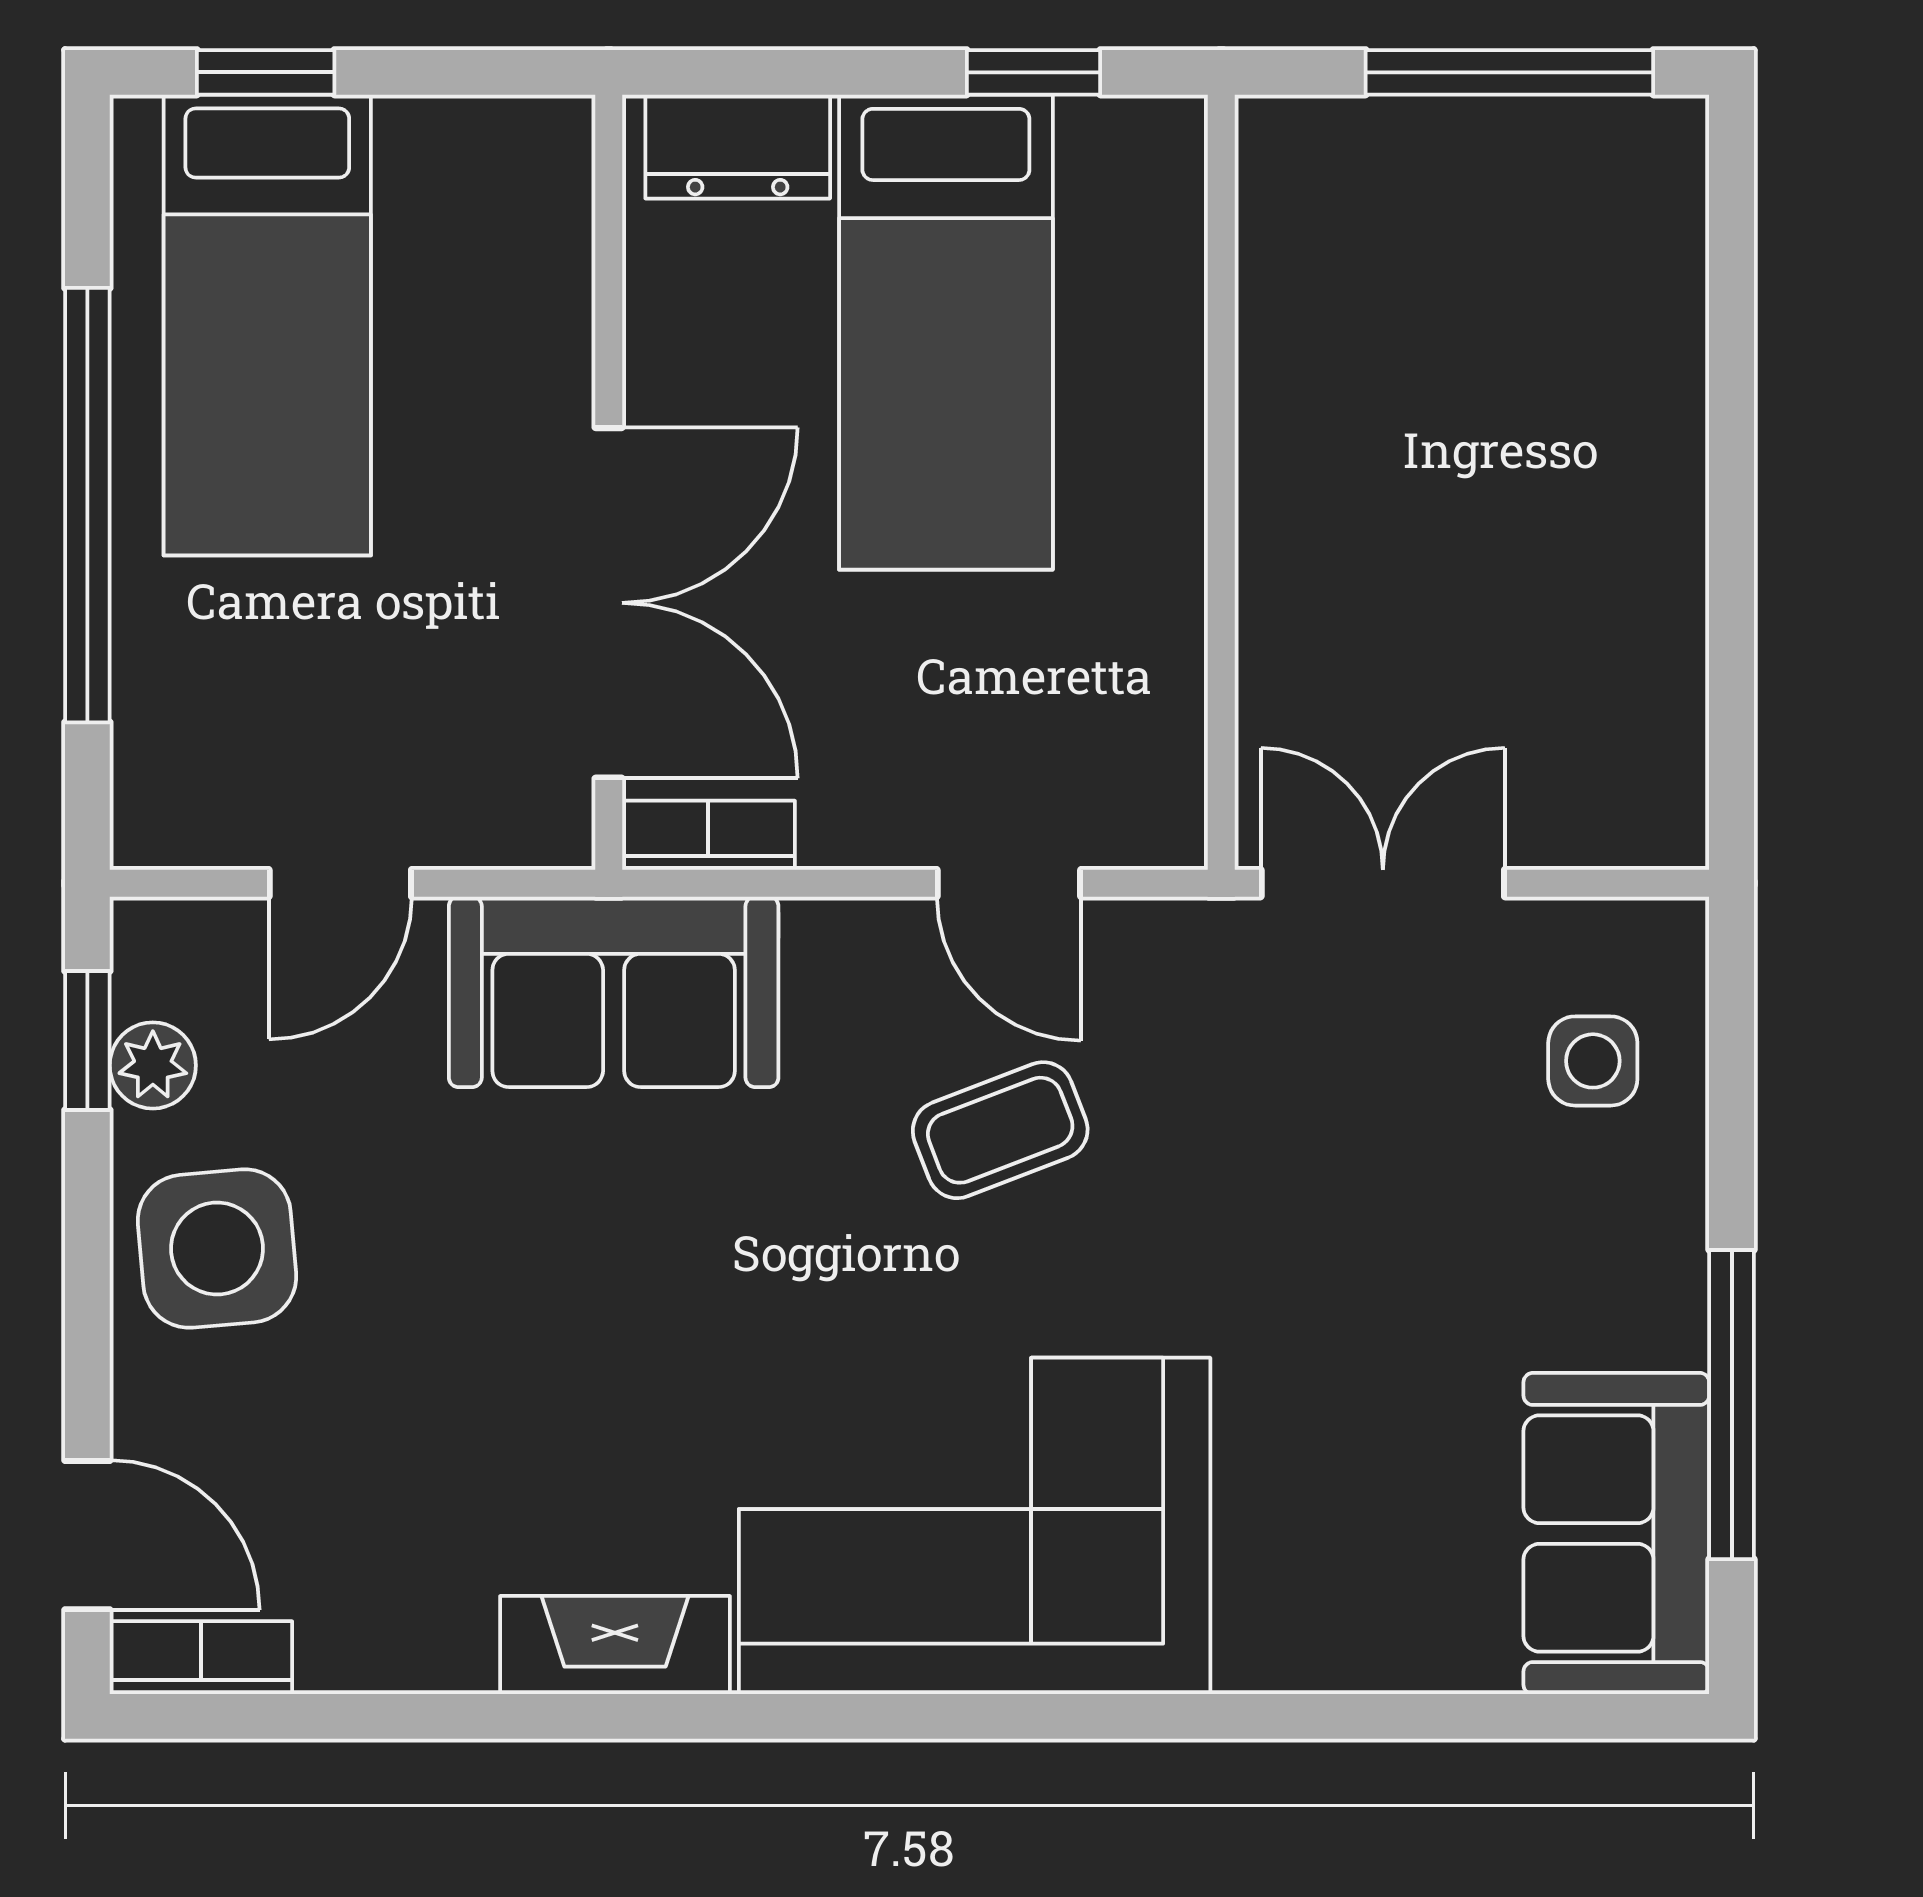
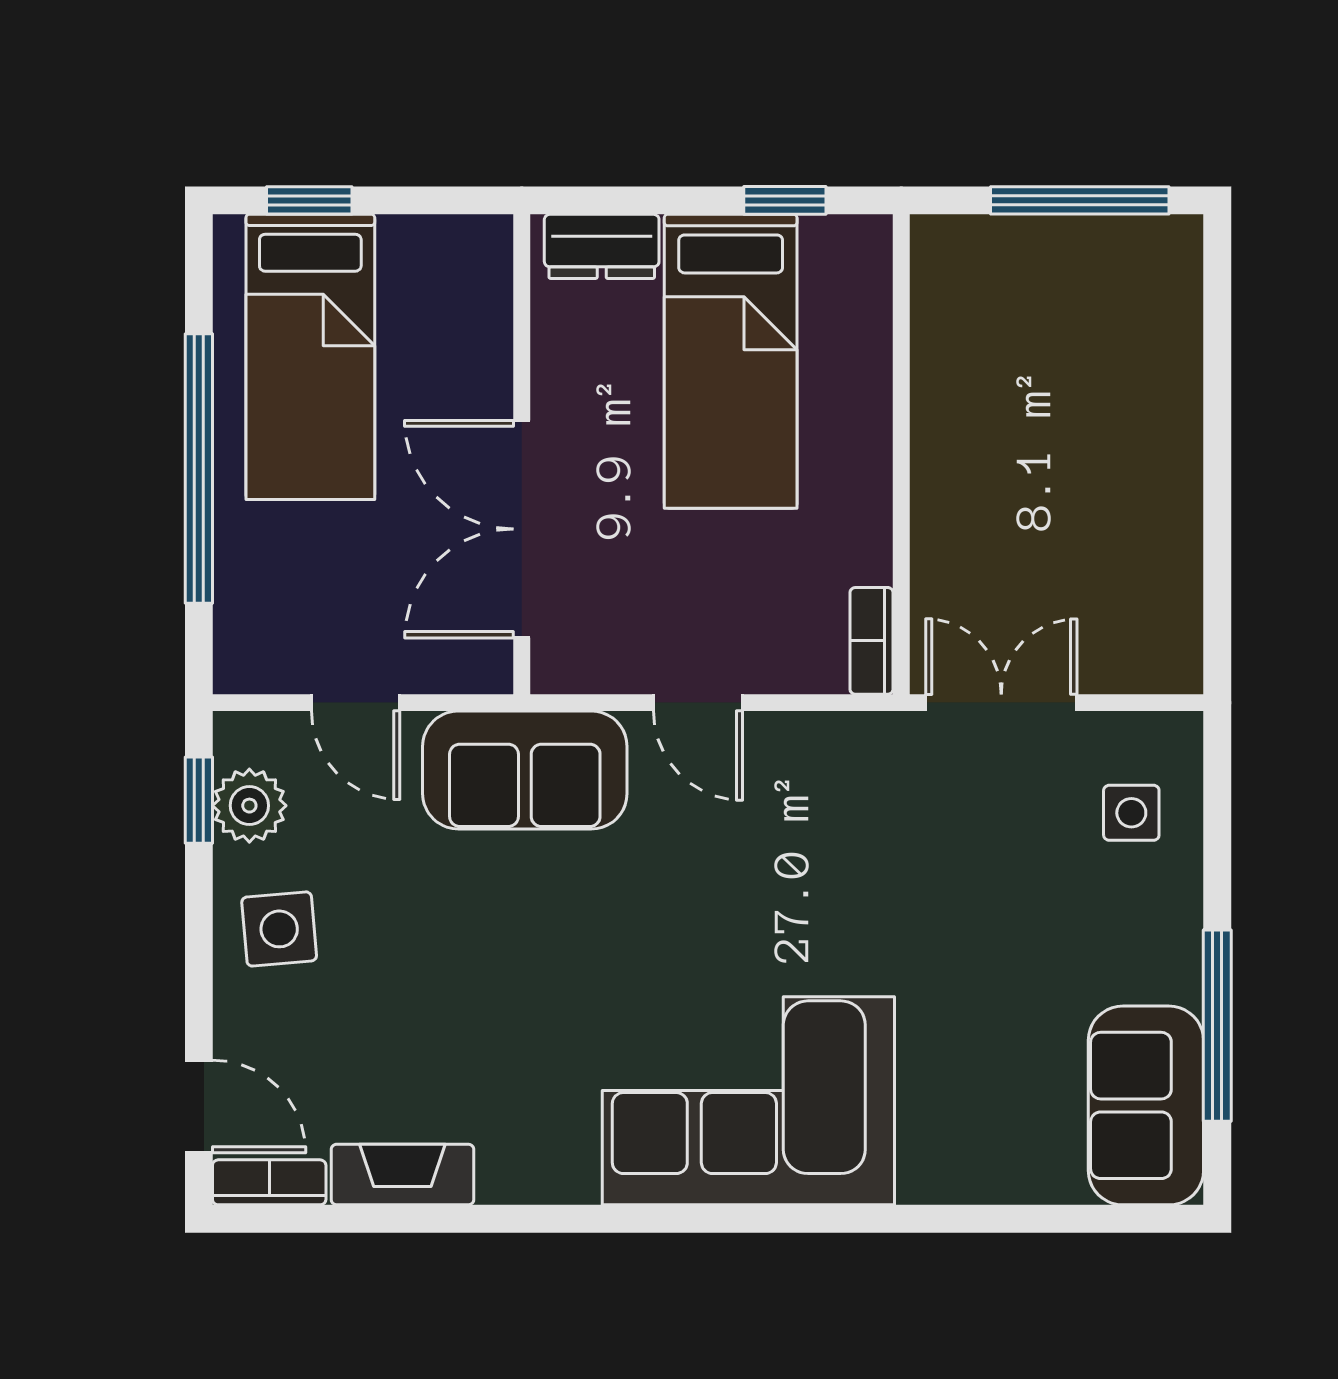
double door: (609, 603) -> (522, 529), swing flipped
bookcase: (708, 835) -> (872, 641), moved, turned -90
door: (340, 883) -> (356, 703), hinge flipped
door: (1009, 883) -> (698, 703), moved
plant: (153, 1065) -> (249, 806), width x1.38, depth x1.38
coffee table: (1000, 1130) -> (764, 856), removed
side table: (217, 1249) -> (279, 929), width x0.73, depth x0.73
fireplace: (615, 1645) -> (402, 1175), moved

